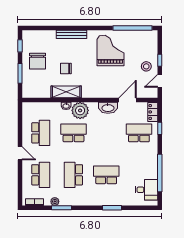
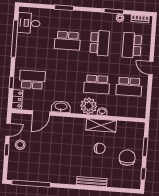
grand piano: (110, 50) -> (54, 163), removed
school desk: (41, 133) -> (129, 87), turned -90
school desk: (139, 133) -> (32, 80), turned 180

